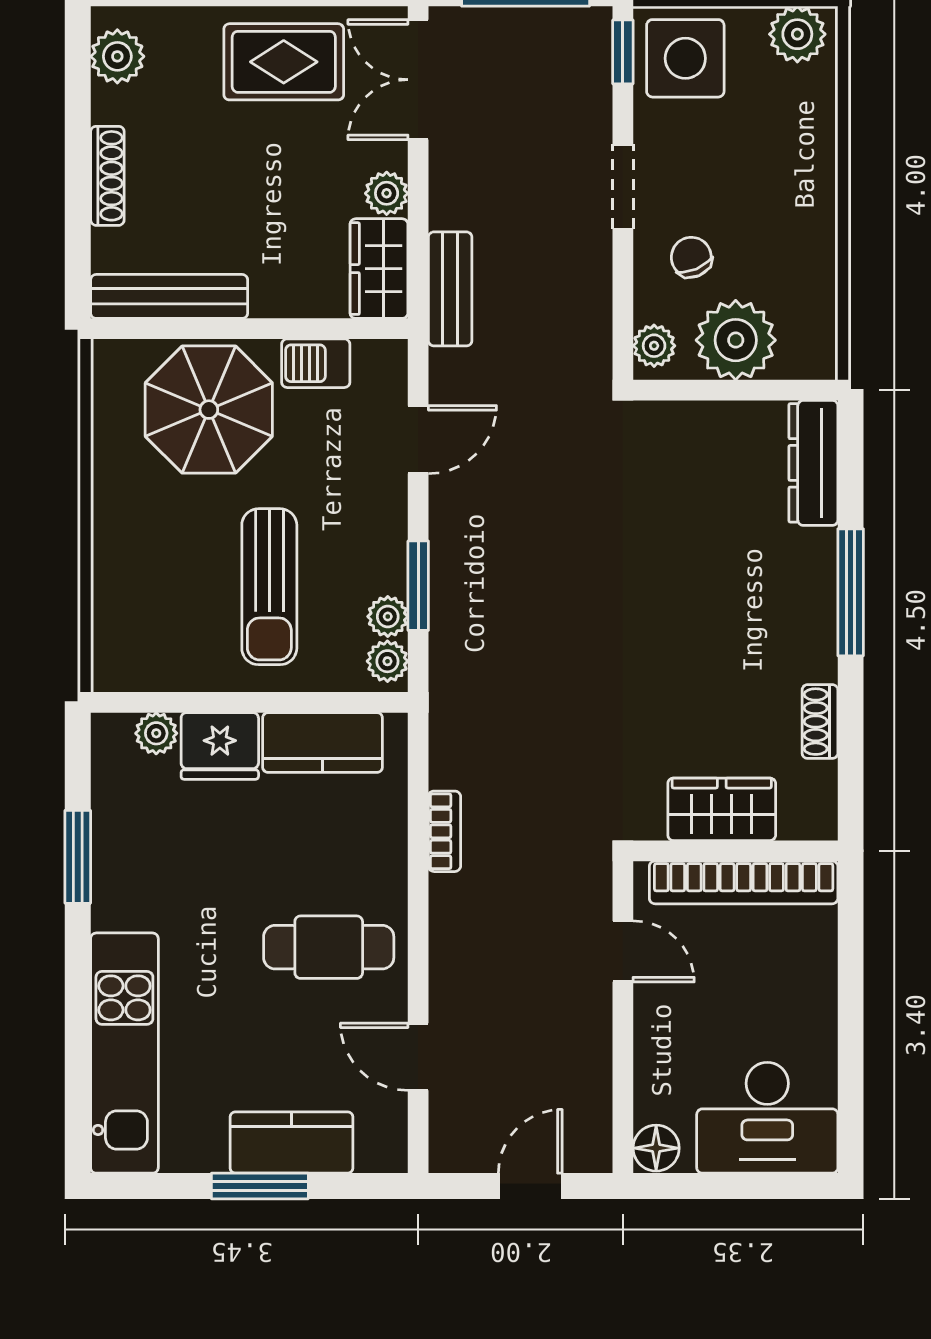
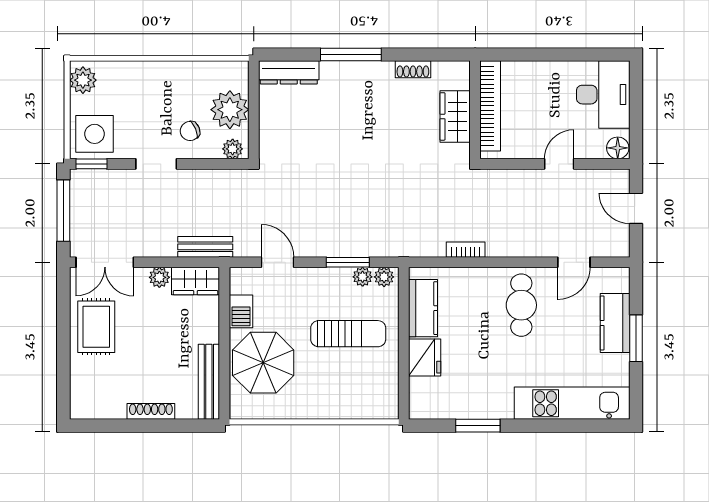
plant: (117, 56) -> (94, 407), removed
plant: (156, 733) -> (419, 388), removed
door: (623, 951) -> (559, 164), moved

